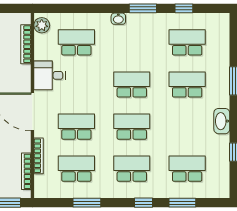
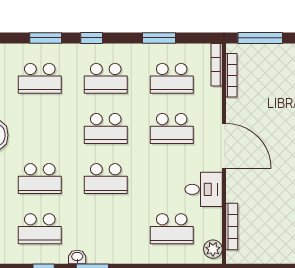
washbasin: (118, 19) -> (77, 257), moved
bookcase: (39, 156) -> (217, 65), moved

